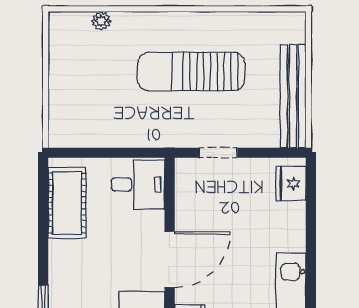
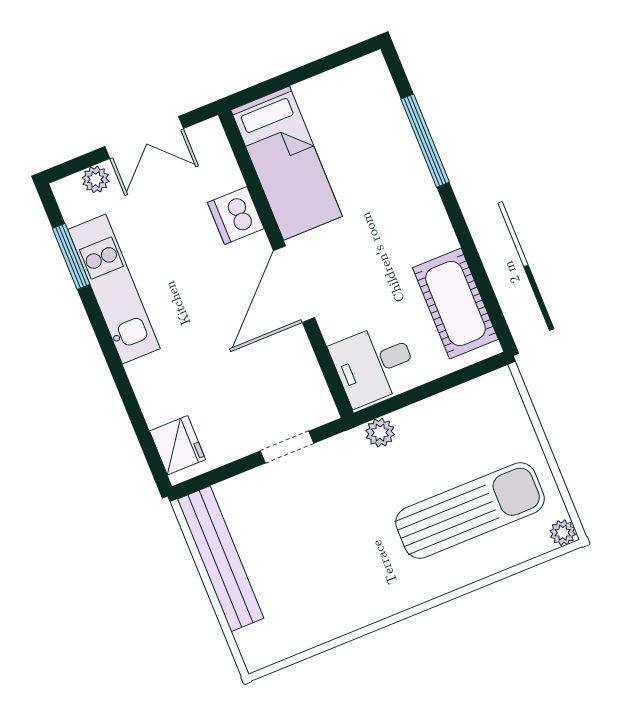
plant: (101, 21) -> (563, 533), moved
sun lounger: (191, 71) -> (470, 510), moved
plant: (152, 137) -> (380, 433), added

